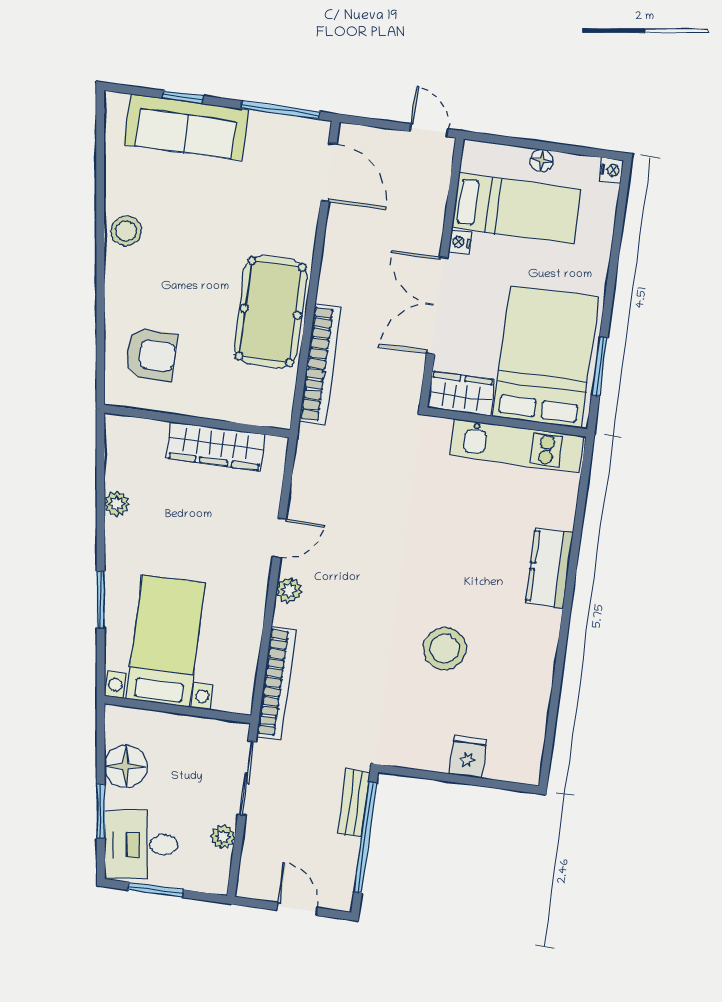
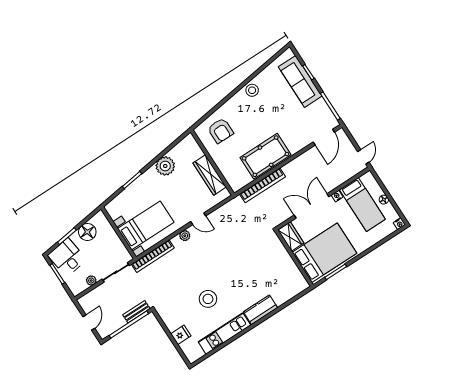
kitchen unit: (517, 446) -> (224, 334), moved, turned 90
plant: (117, 504) -> (165, 166), width x1.88, depth x1.88
bed with nightstands: (166, 641) -> (146, 225), moved

